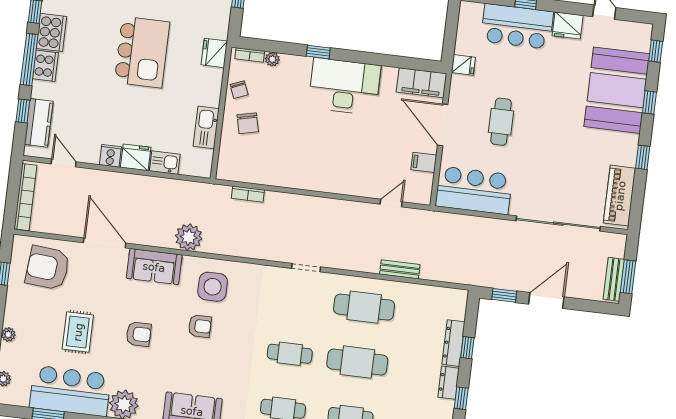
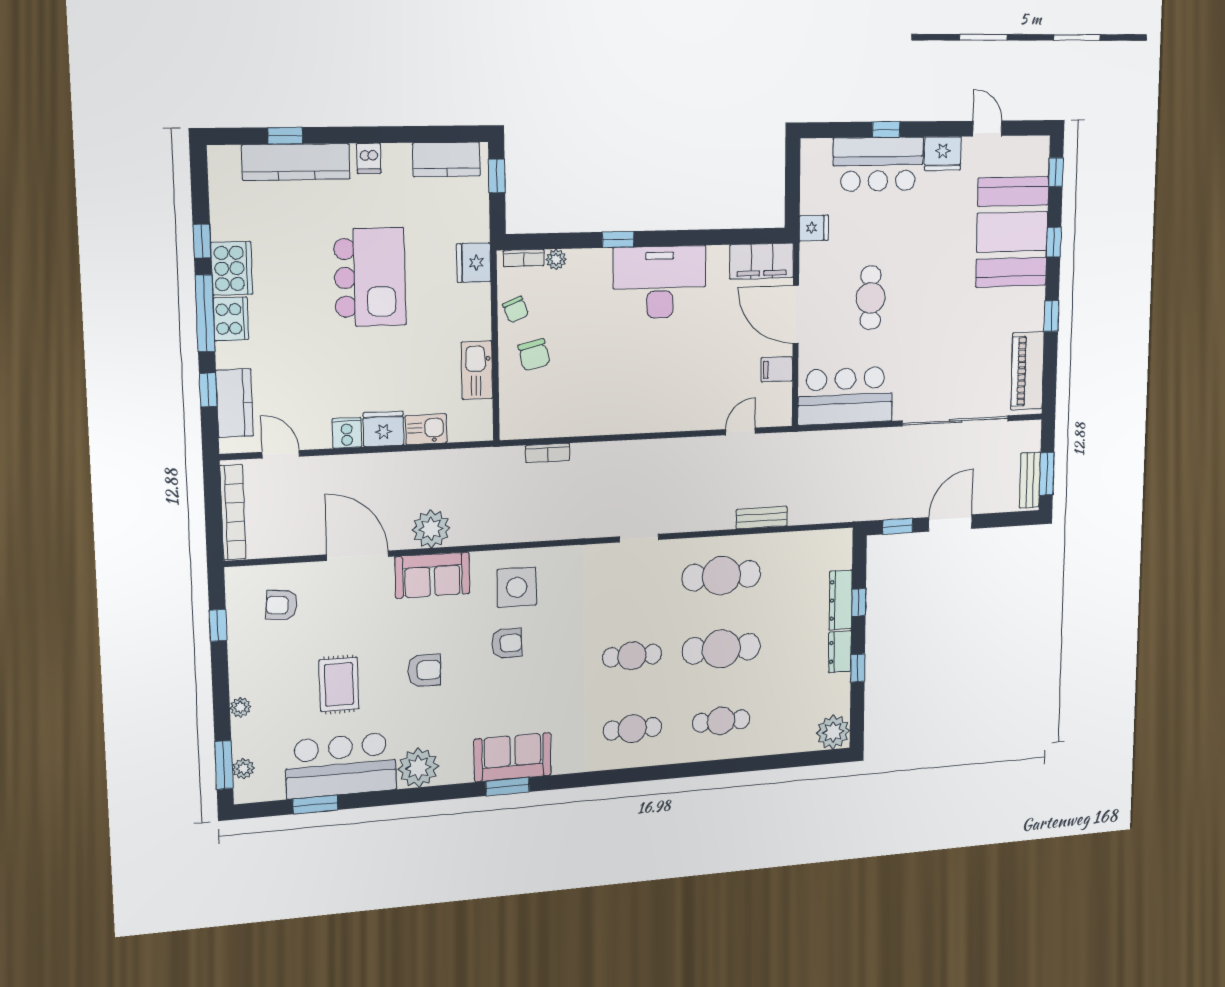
plant: (189, 237) -> (431, 529), moved
armchair: (48, 268) -> (282, 605), width x0.53, depth x0.53

